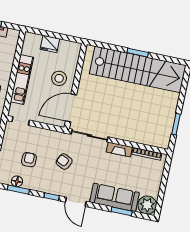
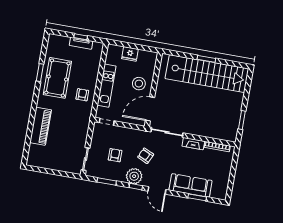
floor lamp: (17, 181) -> (105, 174), removed
plant: (147, 205) -> (134, 176), moved

